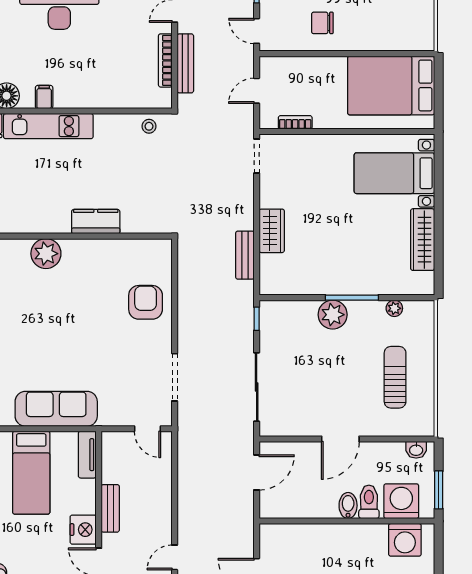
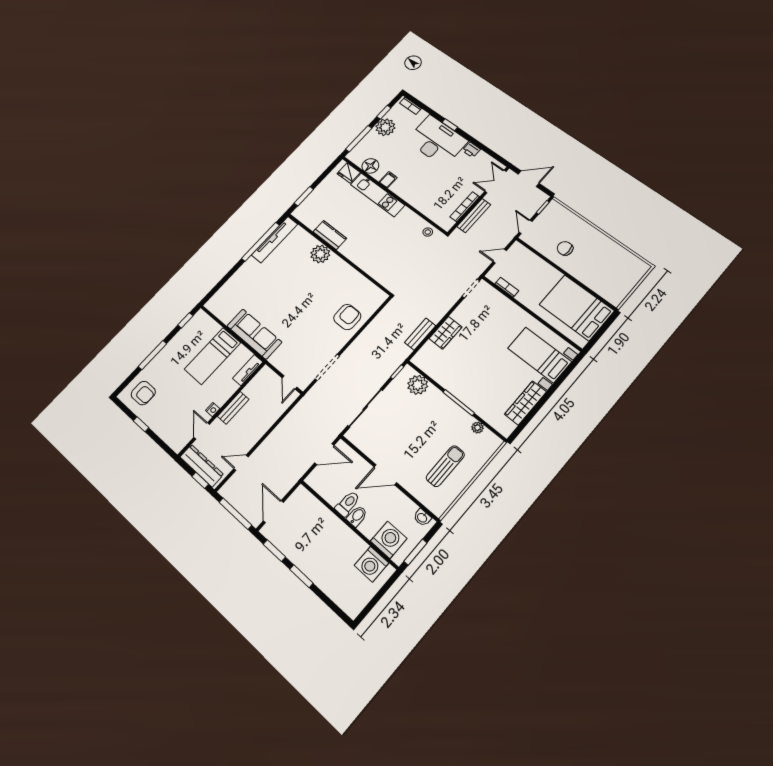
kitchen counter: (96, 222) -> (330, 235), moved
plant: (333, 315) -> (418, 385), moved
toilet: (369, 502) -> (348, 504), moved
nightstand: (83, 530) -> (213, 410), width x0.53, depth x0.56

